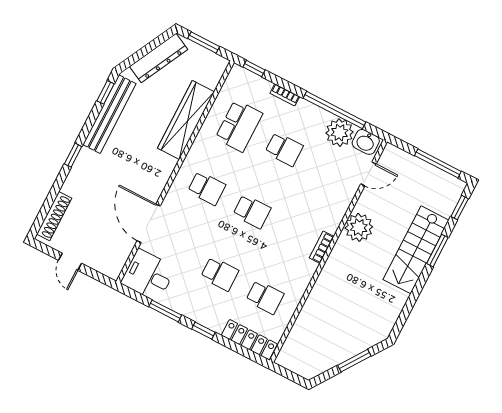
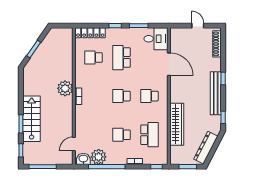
bench: (109, 114) -> (216, 93), moved
school desk: (239, 126) -> (149, 135), turned 180
plant: (359, 227) -> (65, 88), moved
school desk: (220, 274) -> (121, 58), width x1.85

